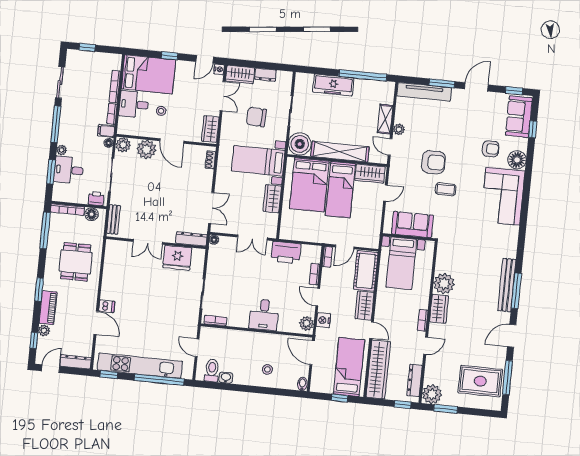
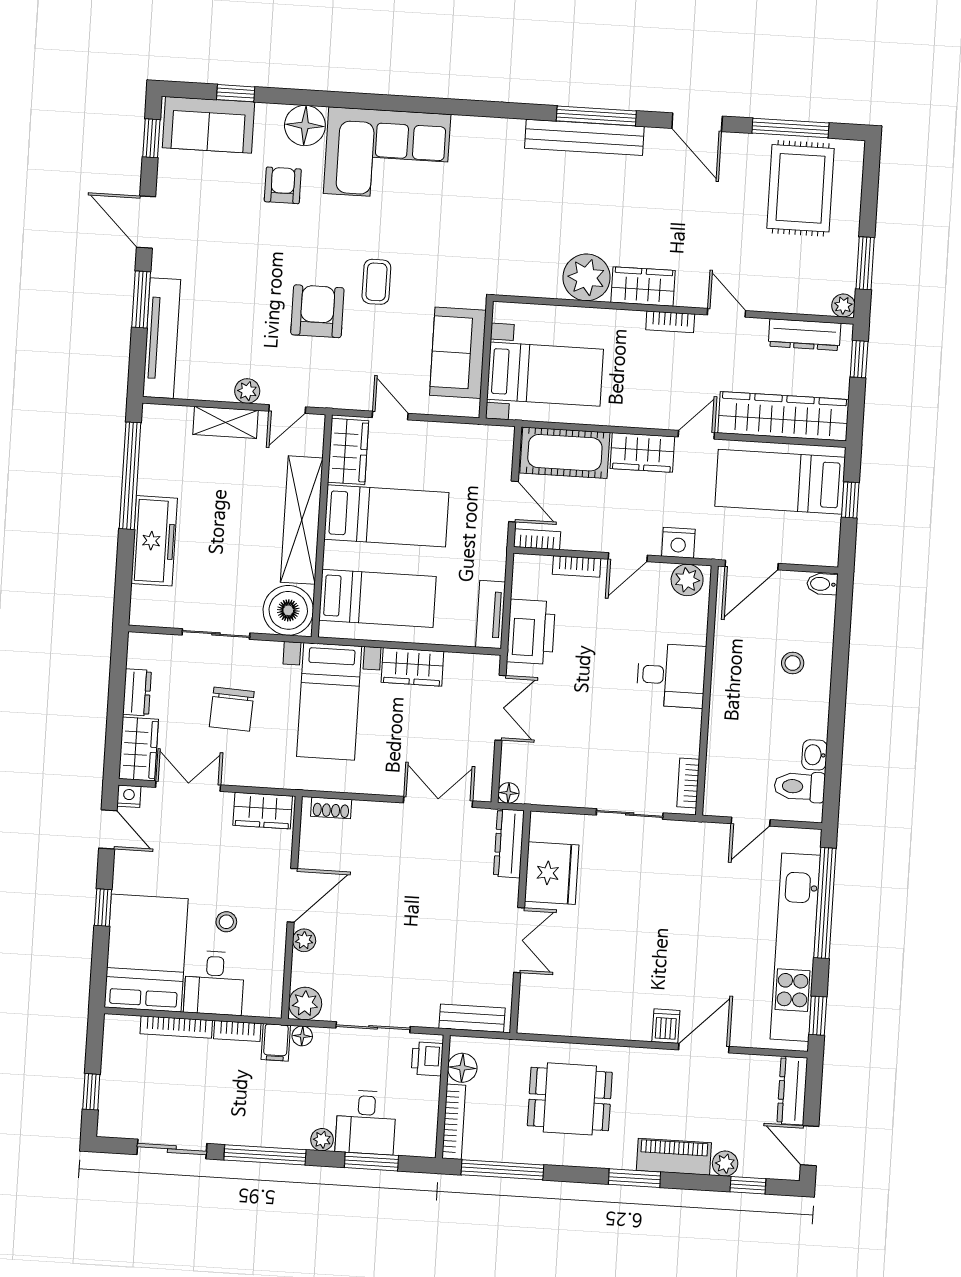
plant: (146, 149) -> (304, 940), width x0.53, depth x0.53
bed: (309, 185) -> (377, 598), width x0.67
tv unit: (294, 235) -> (490, 615), added
plant: (432, 394) -> (843, 306), width x0.53, depth x0.53

